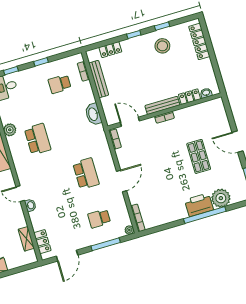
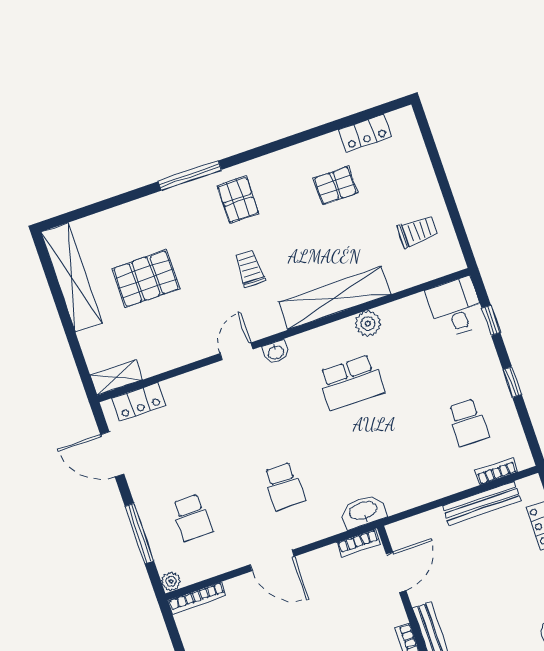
school desk: (60, 84) -> (468, 423), turned 180
washbasin: (93, 114) -> (363, 511), moved
school desk: (86, 174) -> (284, 486), width x0.54
washbasin: (30, 205) -> (276, 352), moved
school desk: (99, 218) -> (192, 518), turned 180
shelving: (26, 239) -> (116, 377), moved

